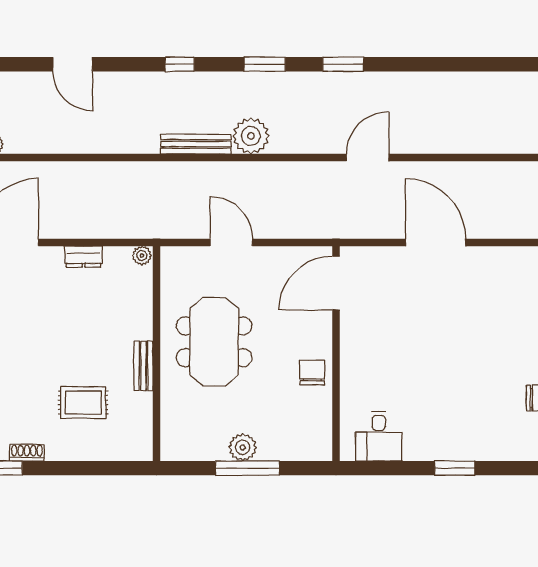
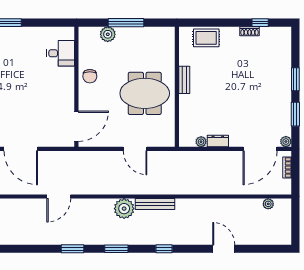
plant: (142, 256) -> (201, 142), moved
meeting table: (214, 342) -> (145, 93), turned 90
rug: (83, 402) -> (206, 38), moved
desk: (379, 436) -> (61, 53), moved, turned 90
plant: (243, 447) -> (108, 34), moved

